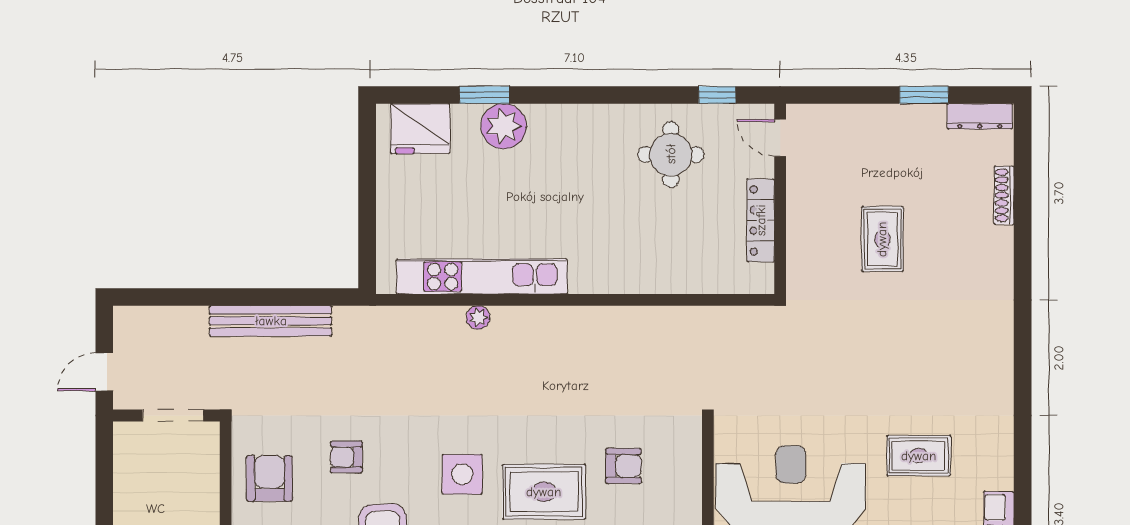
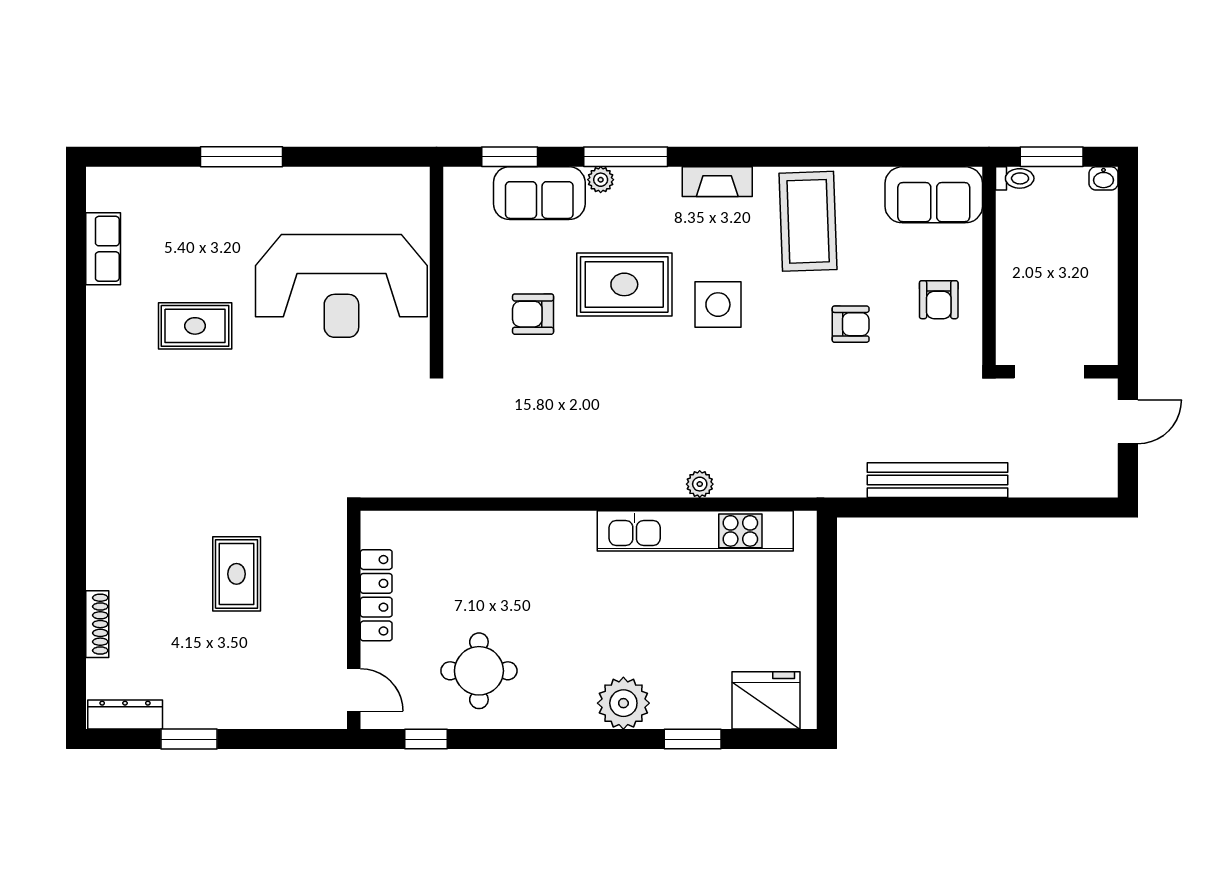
plant: (504, 126) -> (623, 703), moved
armchair: (269, 478) -> (939, 300), width x0.72, depth x0.72

